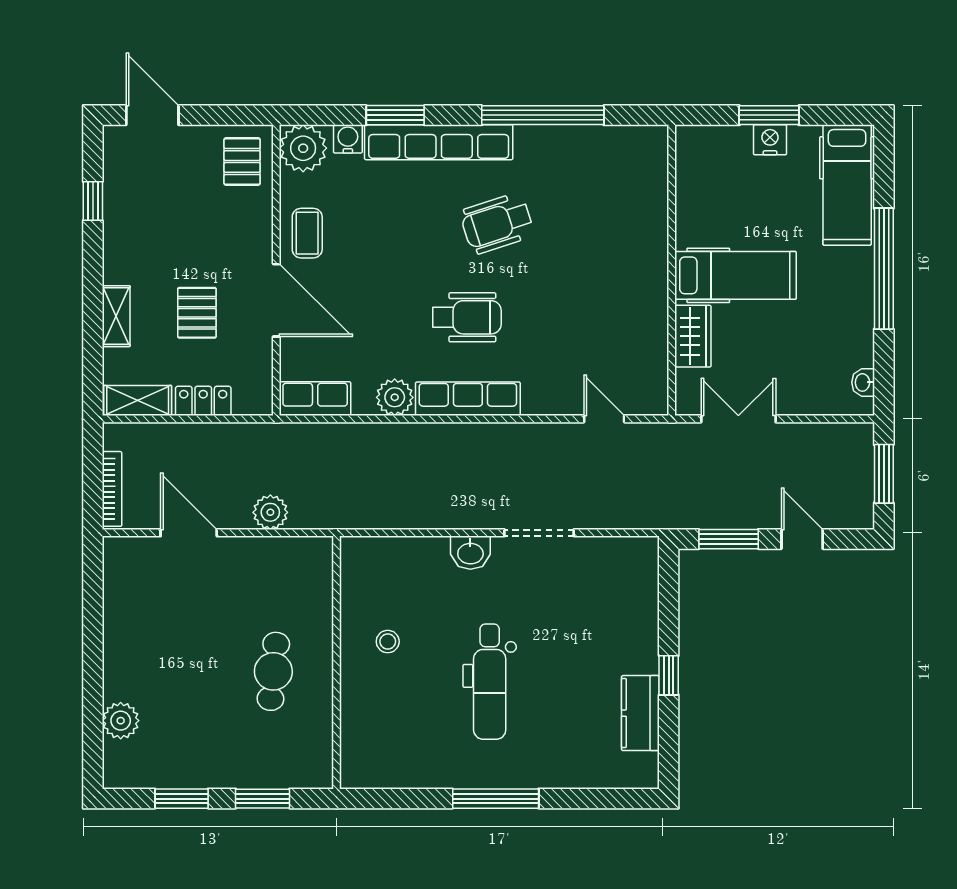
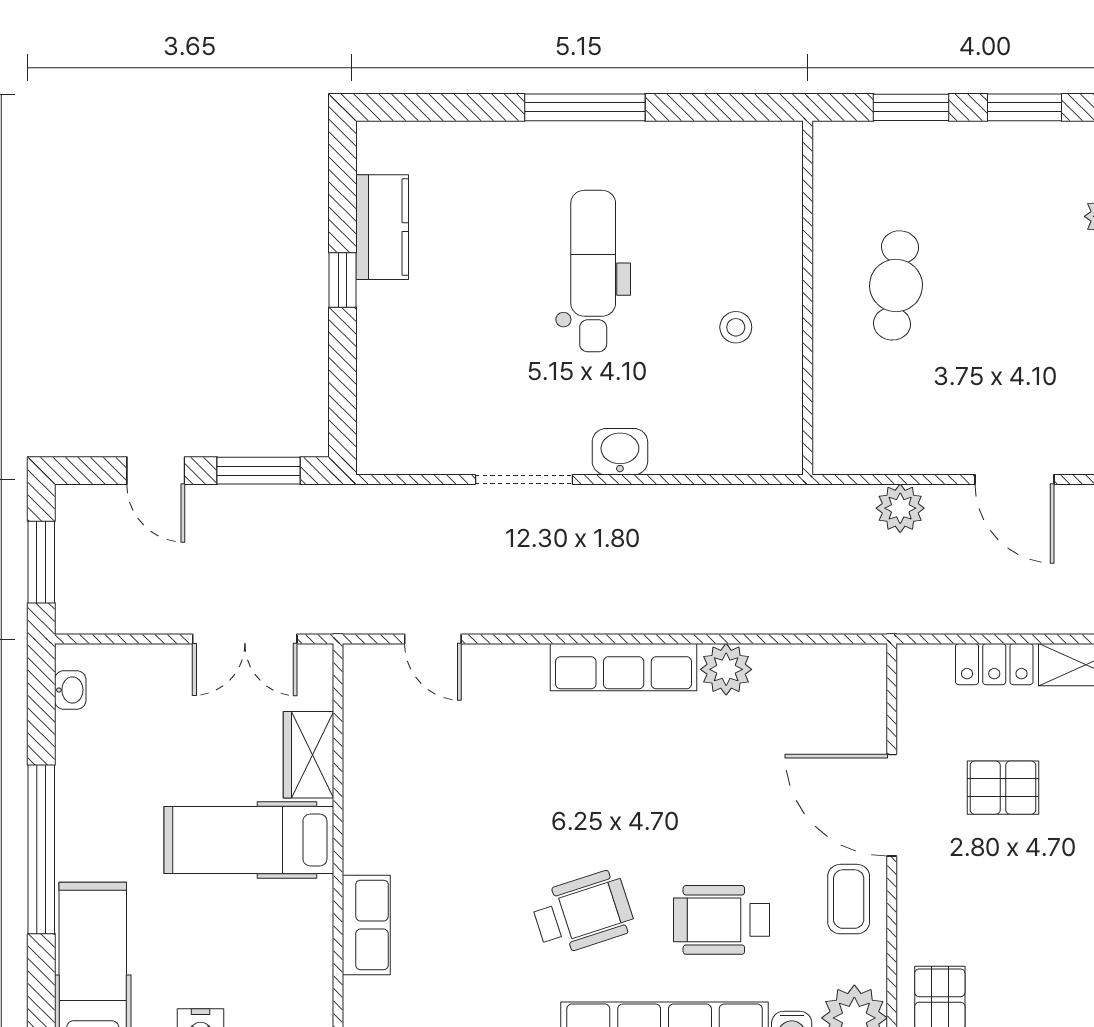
pallet: (197, 313) -> (1003, 788), turned 90
wheelchair: (467, 317) -> (722, 920), moved
row of seats: (315, 399) -> (366, 925), moved, turned -90

